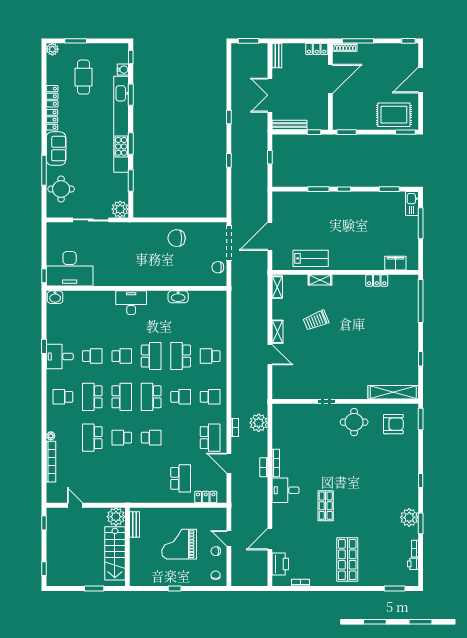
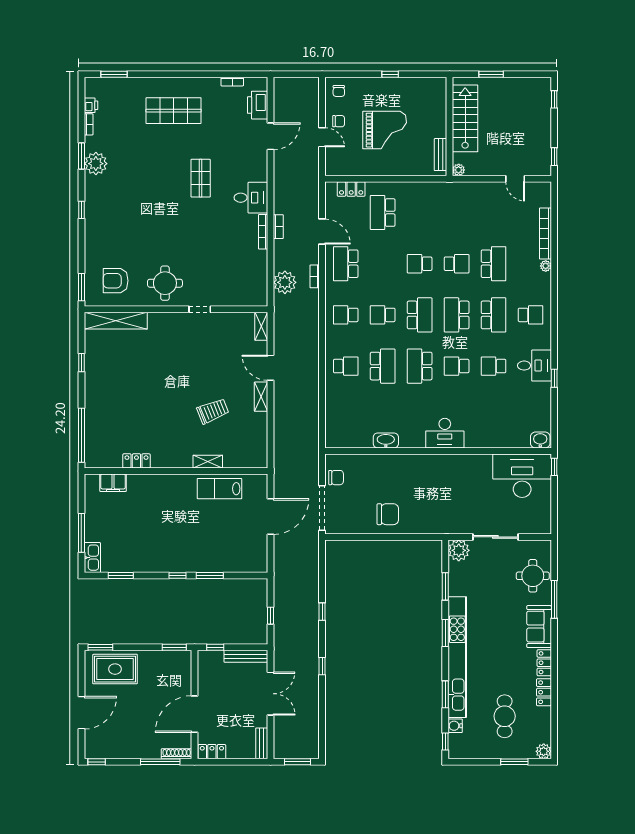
shelving: (277, 287) -> (261, 326), moved
plant: (116, 517) -> (459, 170), width x0.53, depth x0.53
shop shelf: (347, 560) -> (174, 111), turned 90

